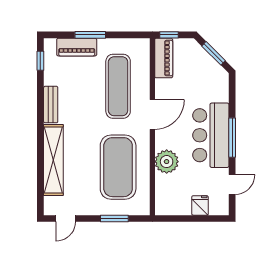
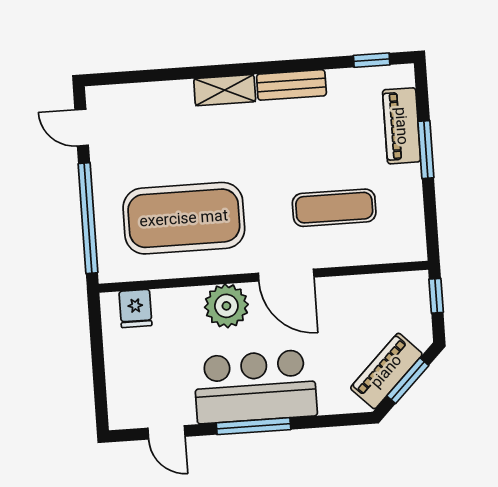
piano: (164, 58) -> (386, 371), moved, turned 135
exercise mat: (118, 86) -> (334, 208), width x0.73, depth x0.69
shelving: (53, 160) -> (225, 90), width x0.45, depth x0.75
plant: (167, 162) -> (226, 306), moved
fridge: (200, 205) -> (135, 308), moved, turned 90
window: (114, 218) -> (88, 218), width x2.11

